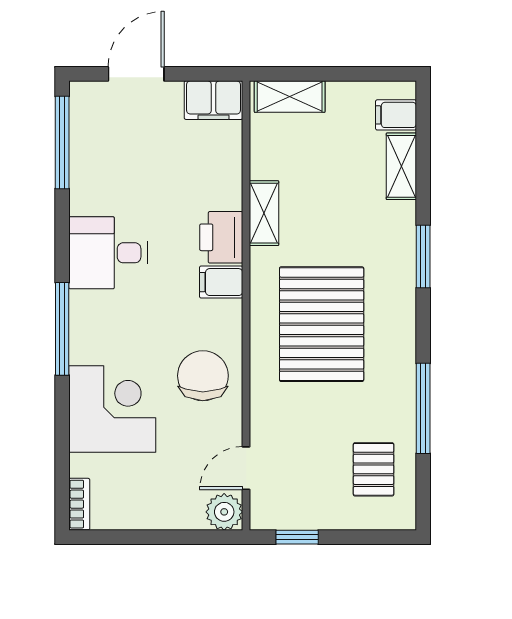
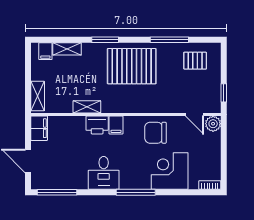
pallet: (322, 324) -> (132, 66), moved

